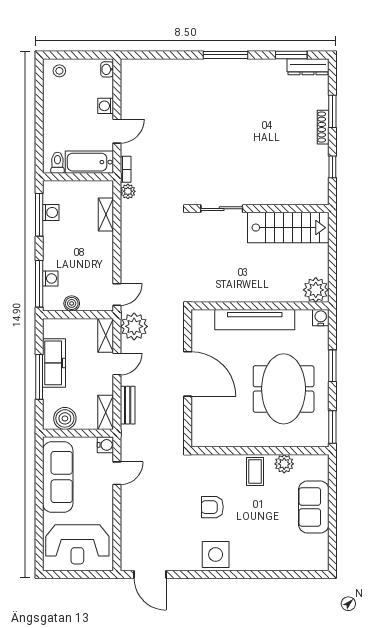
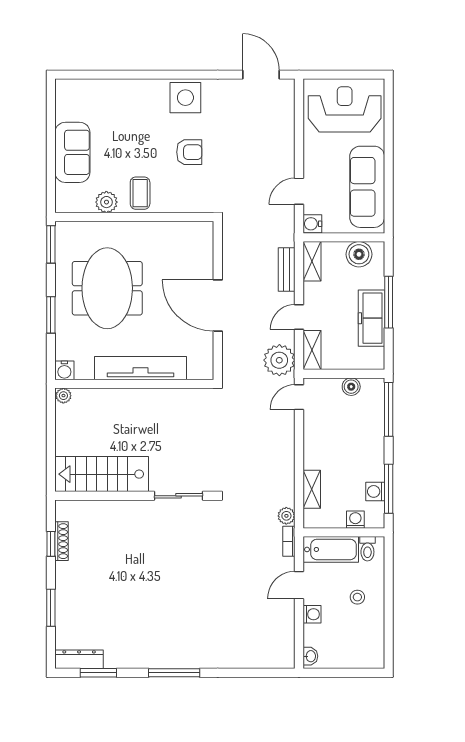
stool: (59, 71) -> (357, 597), moved
shoe rack: (323, 127) -> (62, 541), moved
washing machine: (50, 278) -> (355, 520), moved, turned 90
plant: (316, 290) -> (63, 396), width x0.53, depth x0.53

